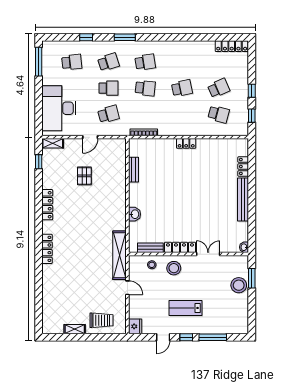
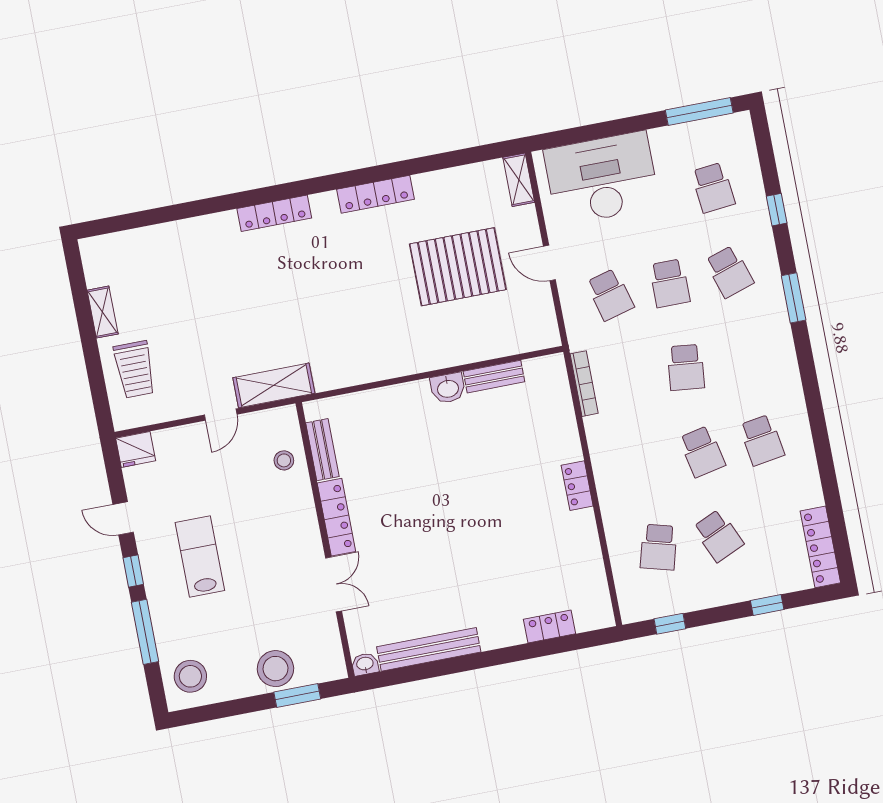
school desk: (145, 62) -> (762, 440), moved
window: (252, 91) -> (767, 605), moved
window: (39, 162) -> (470, 156), removed
pallet: (84, 176) -> (458, 267), width x2.05, depth x2.00
bench: (243, 199) -> (429, 649), moved
washbasin: (135, 214) -> (448, 388), moved
shelving: (119, 255) -> (274, 385), width x0.68
stool: (174, 268) -> (190, 676), moved

